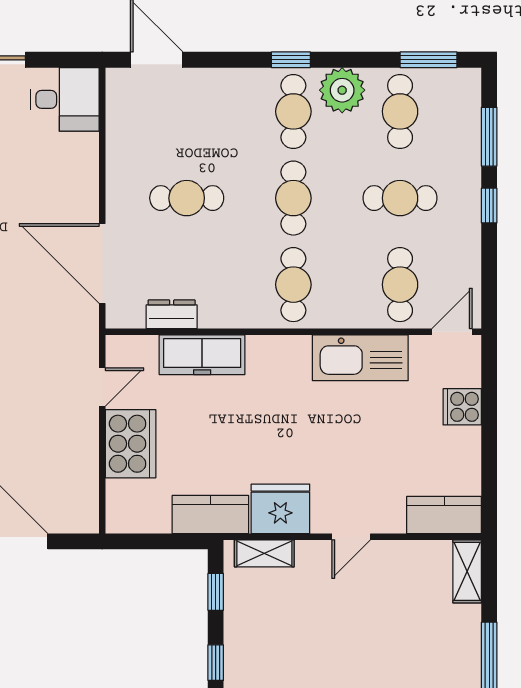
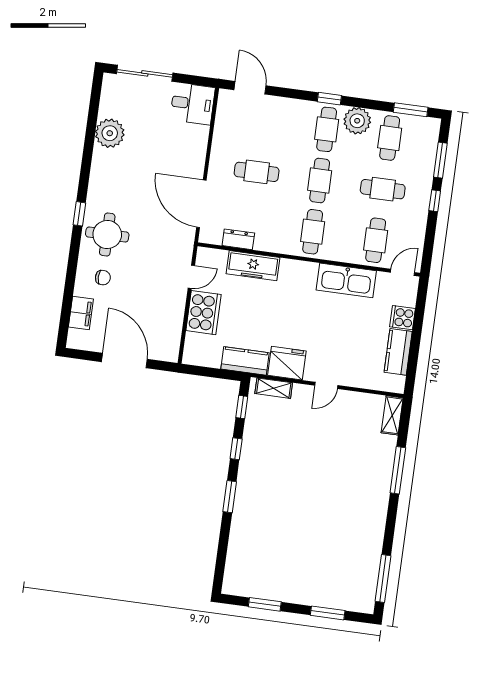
kitchen counter: (444, 515) -> (398, 352), moved, turned -90

